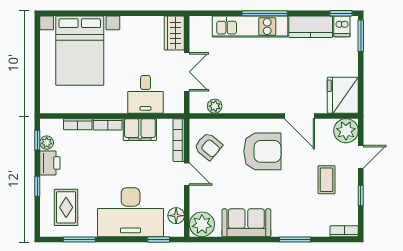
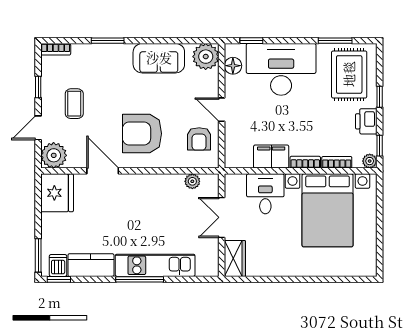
bed with nightstands: (80, 51) -> (328, 210), moved, turned 180
bookcase: (179, 140) -> (230, 146), removed
plant: (47, 143) -> (370, 161), moved
armchair: (208, 146) -> (199, 139), turned -130
rug: (66, 207) -> (349, 74), width x1.36, depth x1.43

